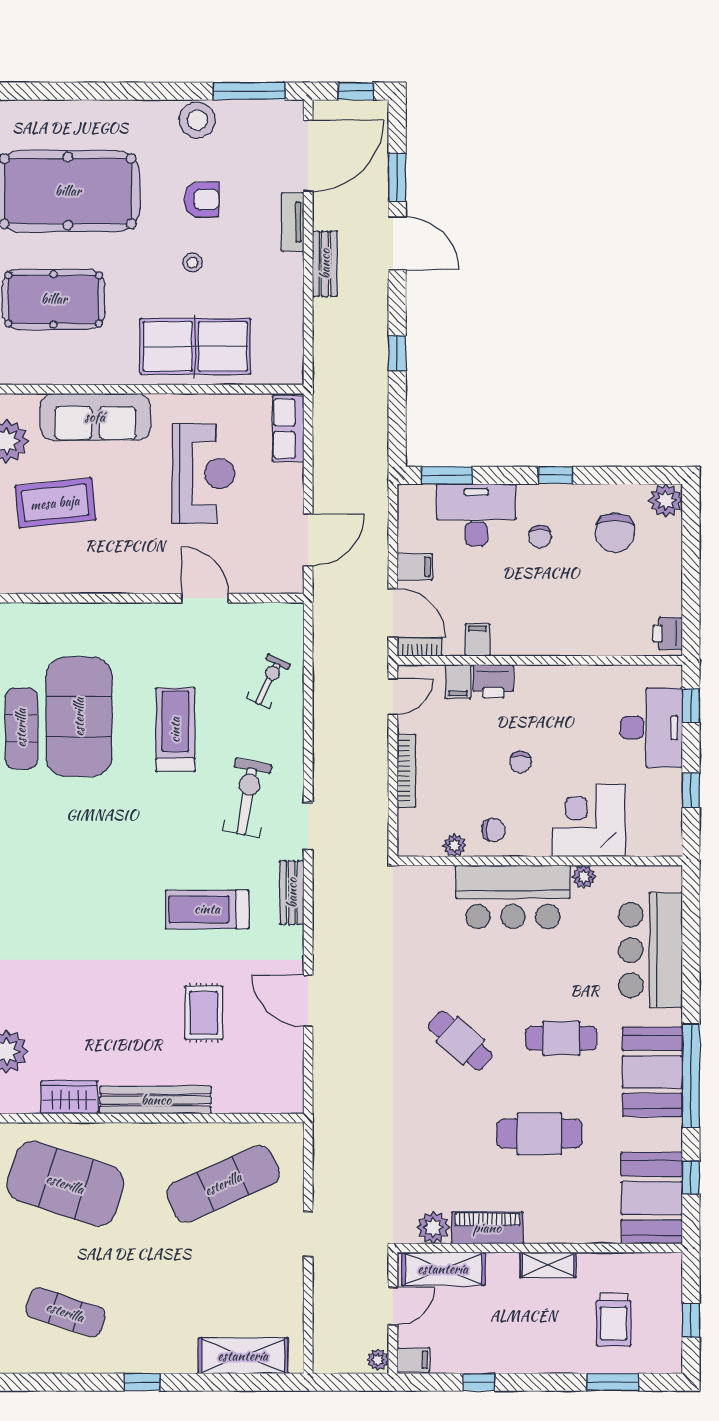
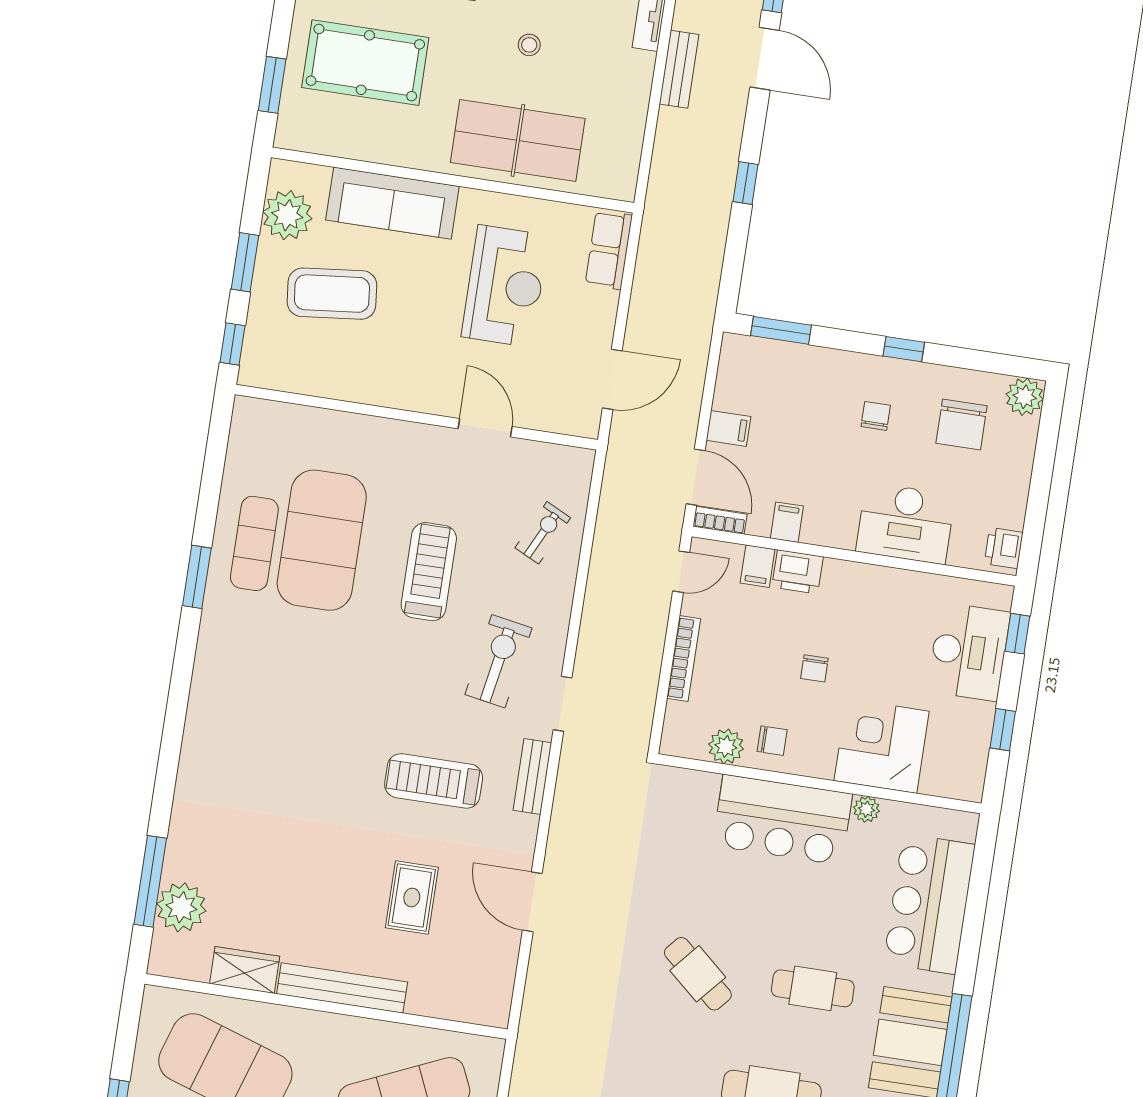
desk: (476, 515) -> (906, 523), moved, turned 180
chair: (540, 537) -> (876, 416), turned 180
plant: (455, 845) -> (726, 746), width x1.38, depth x1.38

